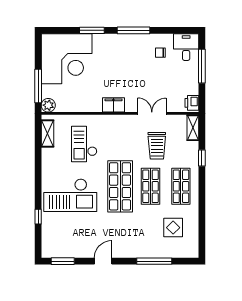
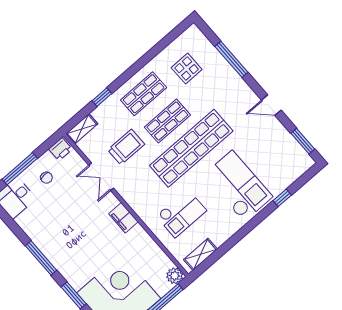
chair: (160, 53) -> (46, 178), moved
shop shelf: (120, 186) -> (191, 148), width x1.40

